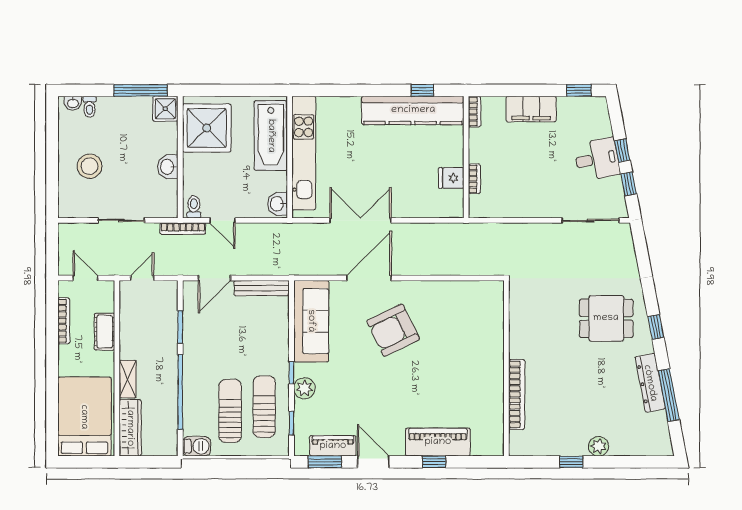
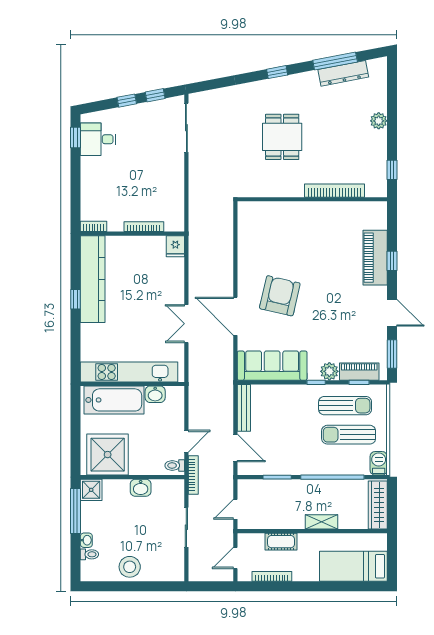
window: (422, 90) -> (76, 299), moved
washbasin: (73, 103) -> (86, 540), moved
filing cabinet: (531, 109) -> (91, 178), removed
desk: (597, 159) -> (98, 139), moved, turned -79
stool: (90, 166) -> (130, 567), moved
fridge: (451, 178) -> (175, 246), moved
bookcase: (474, 179) -> (144, 227), width x1.56
washbasin: (277, 204) -> (155, 394), moved
double door: (360, 220) -> (186, 324), width x0.73
door: (142, 278) -> (235, 509), hinge flipped
dining table: (606, 318) -> (282, 137), moved
armchair: (393, 330) -> (280, 296), turned -141
dresser: (650, 383) -> (343, 73), moved
sun lounger: (264, 407) -> (345, 406), turned 180
bed: (84, 417) -> (353, 566), width x0.67
wardrobe: (130, 428) -> (378, 505), moved, turned -90
piano: (333, 446) -> (359, 372), moved, turned 90
door: (373, 462) -> (392, 313), swing flipped
window: (571, 462) -> (392, 170), moved

